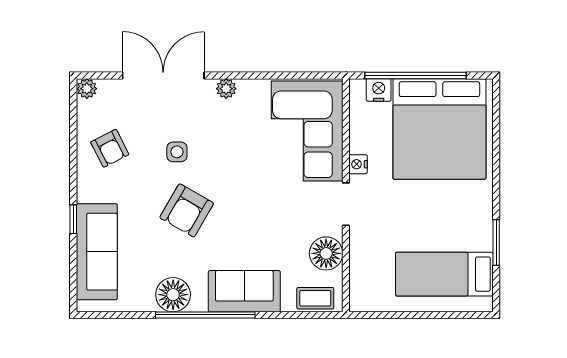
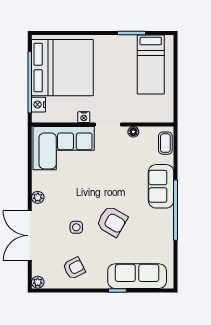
floor lamp: (326, 253) -> (133, 132), width x0.53, depth x0.53
floor lamp: (173, 295) -> (163, 230), removed

